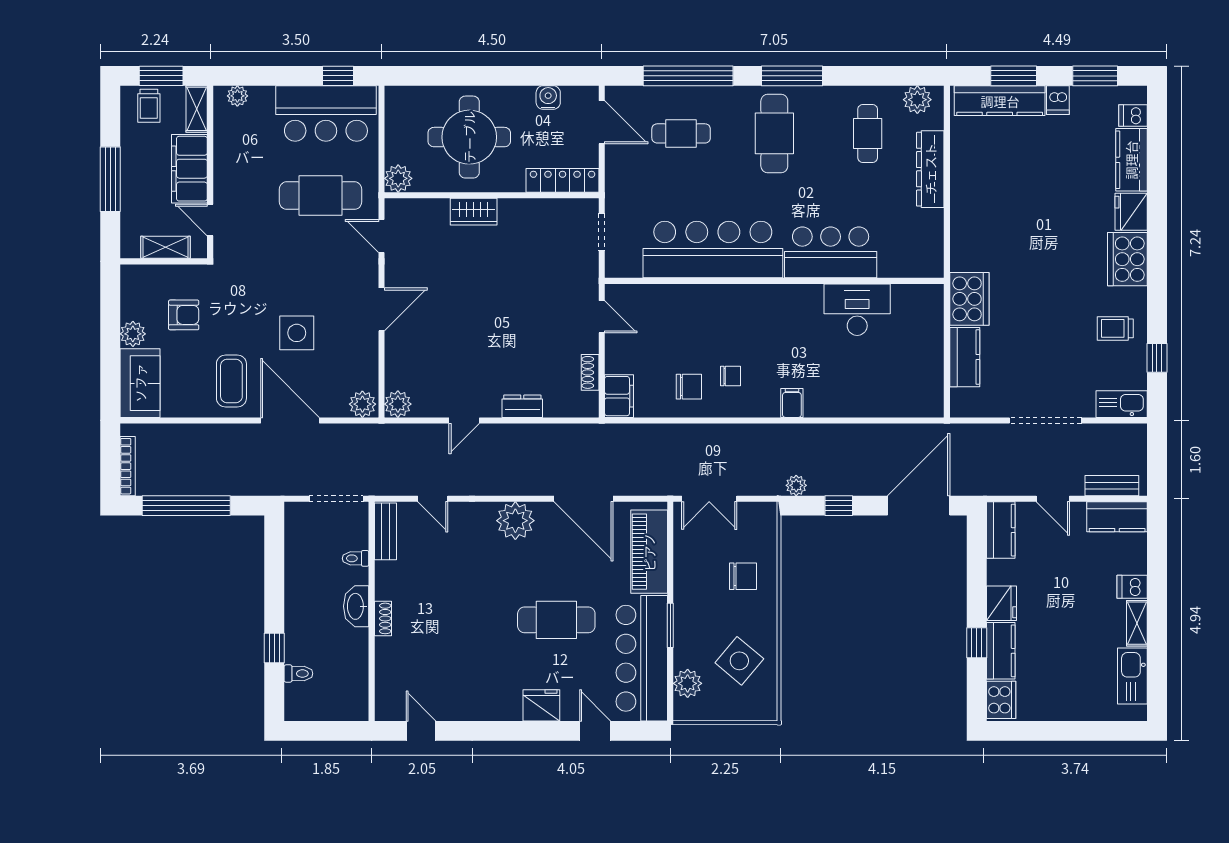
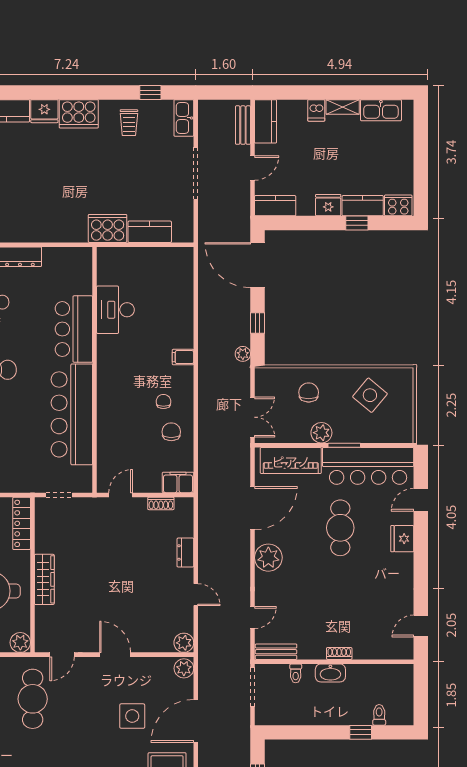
wardrobe: (474, 212) -> (44, 579), width x1.50
plant: (688, 683) -> (321, 433), moved

